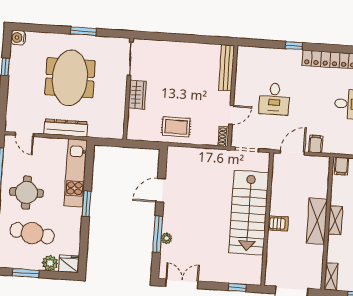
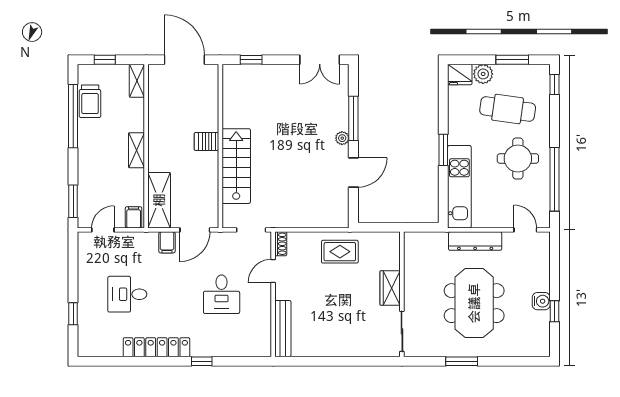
water cooler: (18, 38) -> (541, 301), moved
desk: (274, 99) -> (222, 294), turned 180
stairs: (249, 213) -> (236, 166), width x0.73, depth x0.66
shelving: (317, 221) -> (159, 200), moved
plant: (167, 238) -> (342, 138), moved

